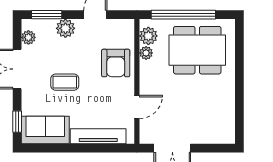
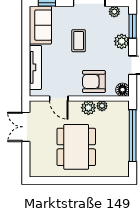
floor lamp: (126, 27) -> (122, 90), added
plant: (148, 36) -> (88, 108), moved
dining table: (197, 50) -> (76, 147), moved

